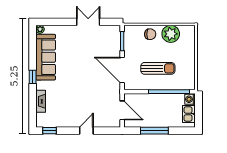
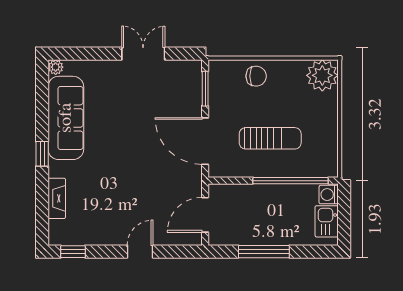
plant: (171, 34) -> (322, 75), moved
door: (122, 110) -> (205, 215), swing flipped

